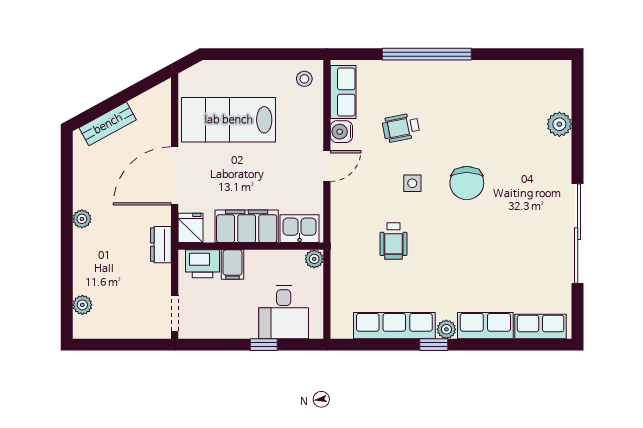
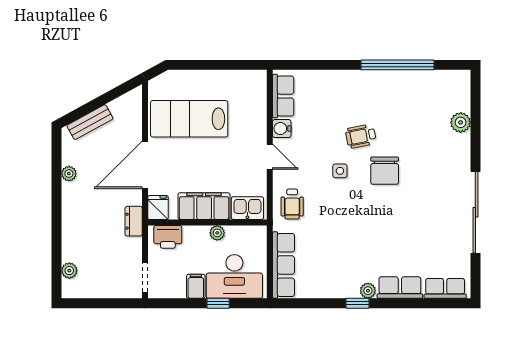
window: (427, 54) -> (397, 65), moved
stool: (304, 79) -> (251, 85), removed
wheelchair: (401, 128) -> (361, 136), moved
door: (327, 166) -> (270, 157), hinge flipped
plant: (82, 219) -> (69, 174), moved
wheelchair: (393, 241) -> (292, 204), moved
plant: (314, 259) -> (217, 233), moved
filing cabinet: (232, 265) -> (196, 286), moved, turned 180
desk: (284, 312) -> (234, 276), width x1.37
row of seats: (394, 326) -> (284, 265), moved, turned 90

